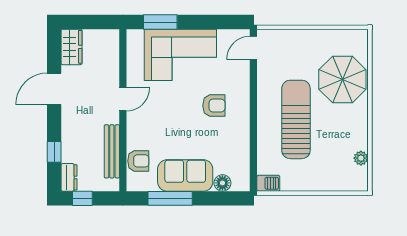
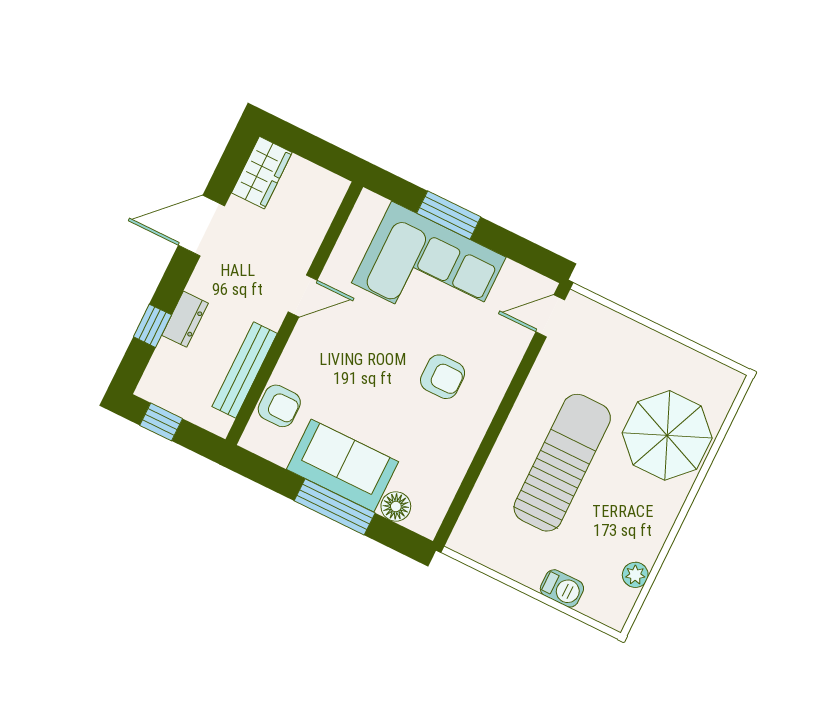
window: (160, 22) -> (449, 215), moved
dresser: (69, 177) -> (185, 319), moved
barbecue: (268, 183) -> (562, 588), moved
window: (170, 198) -> (335, 507), moved

